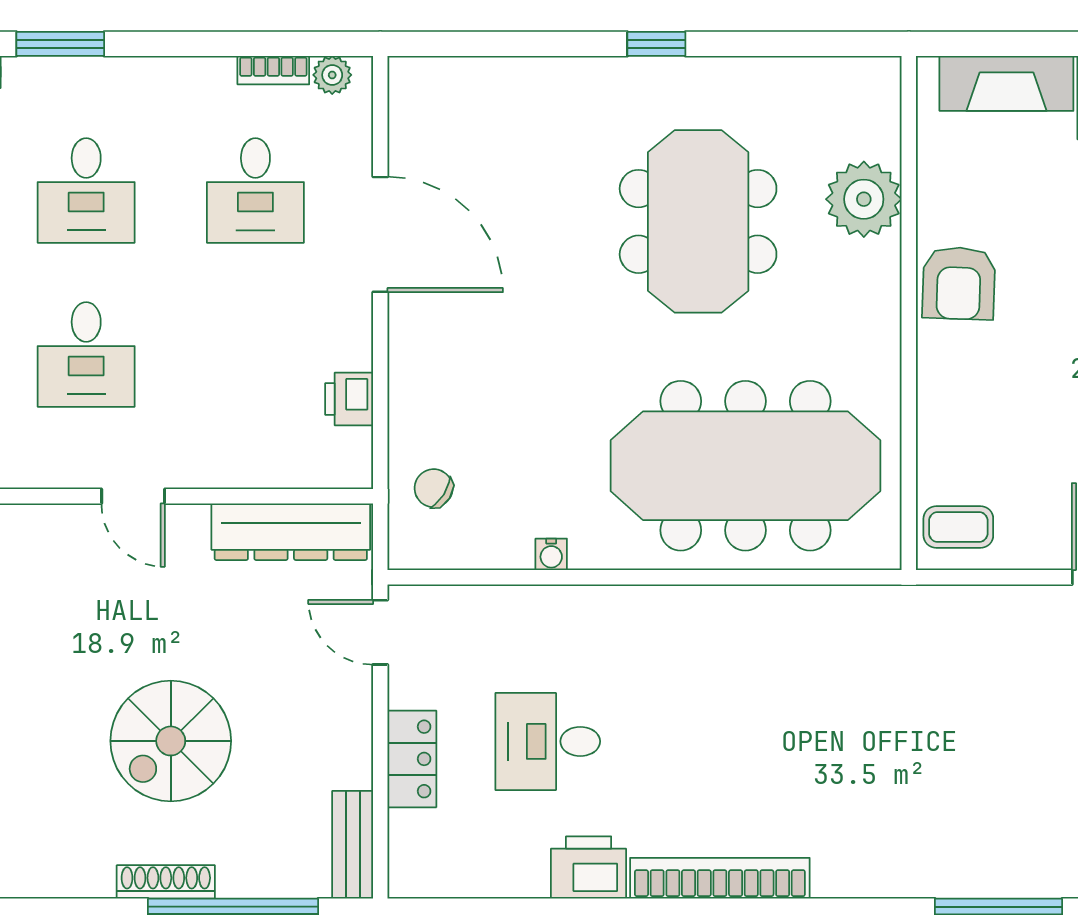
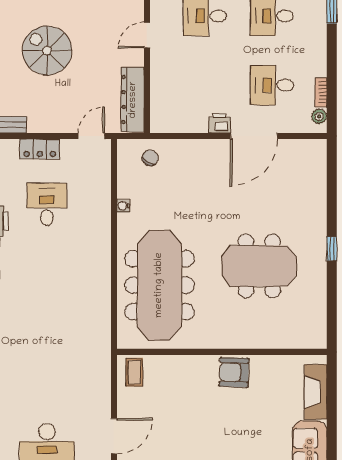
plant: (864, 199) -> (268, 333), removed
printer: (349, 399) -> (219, 123), moved

